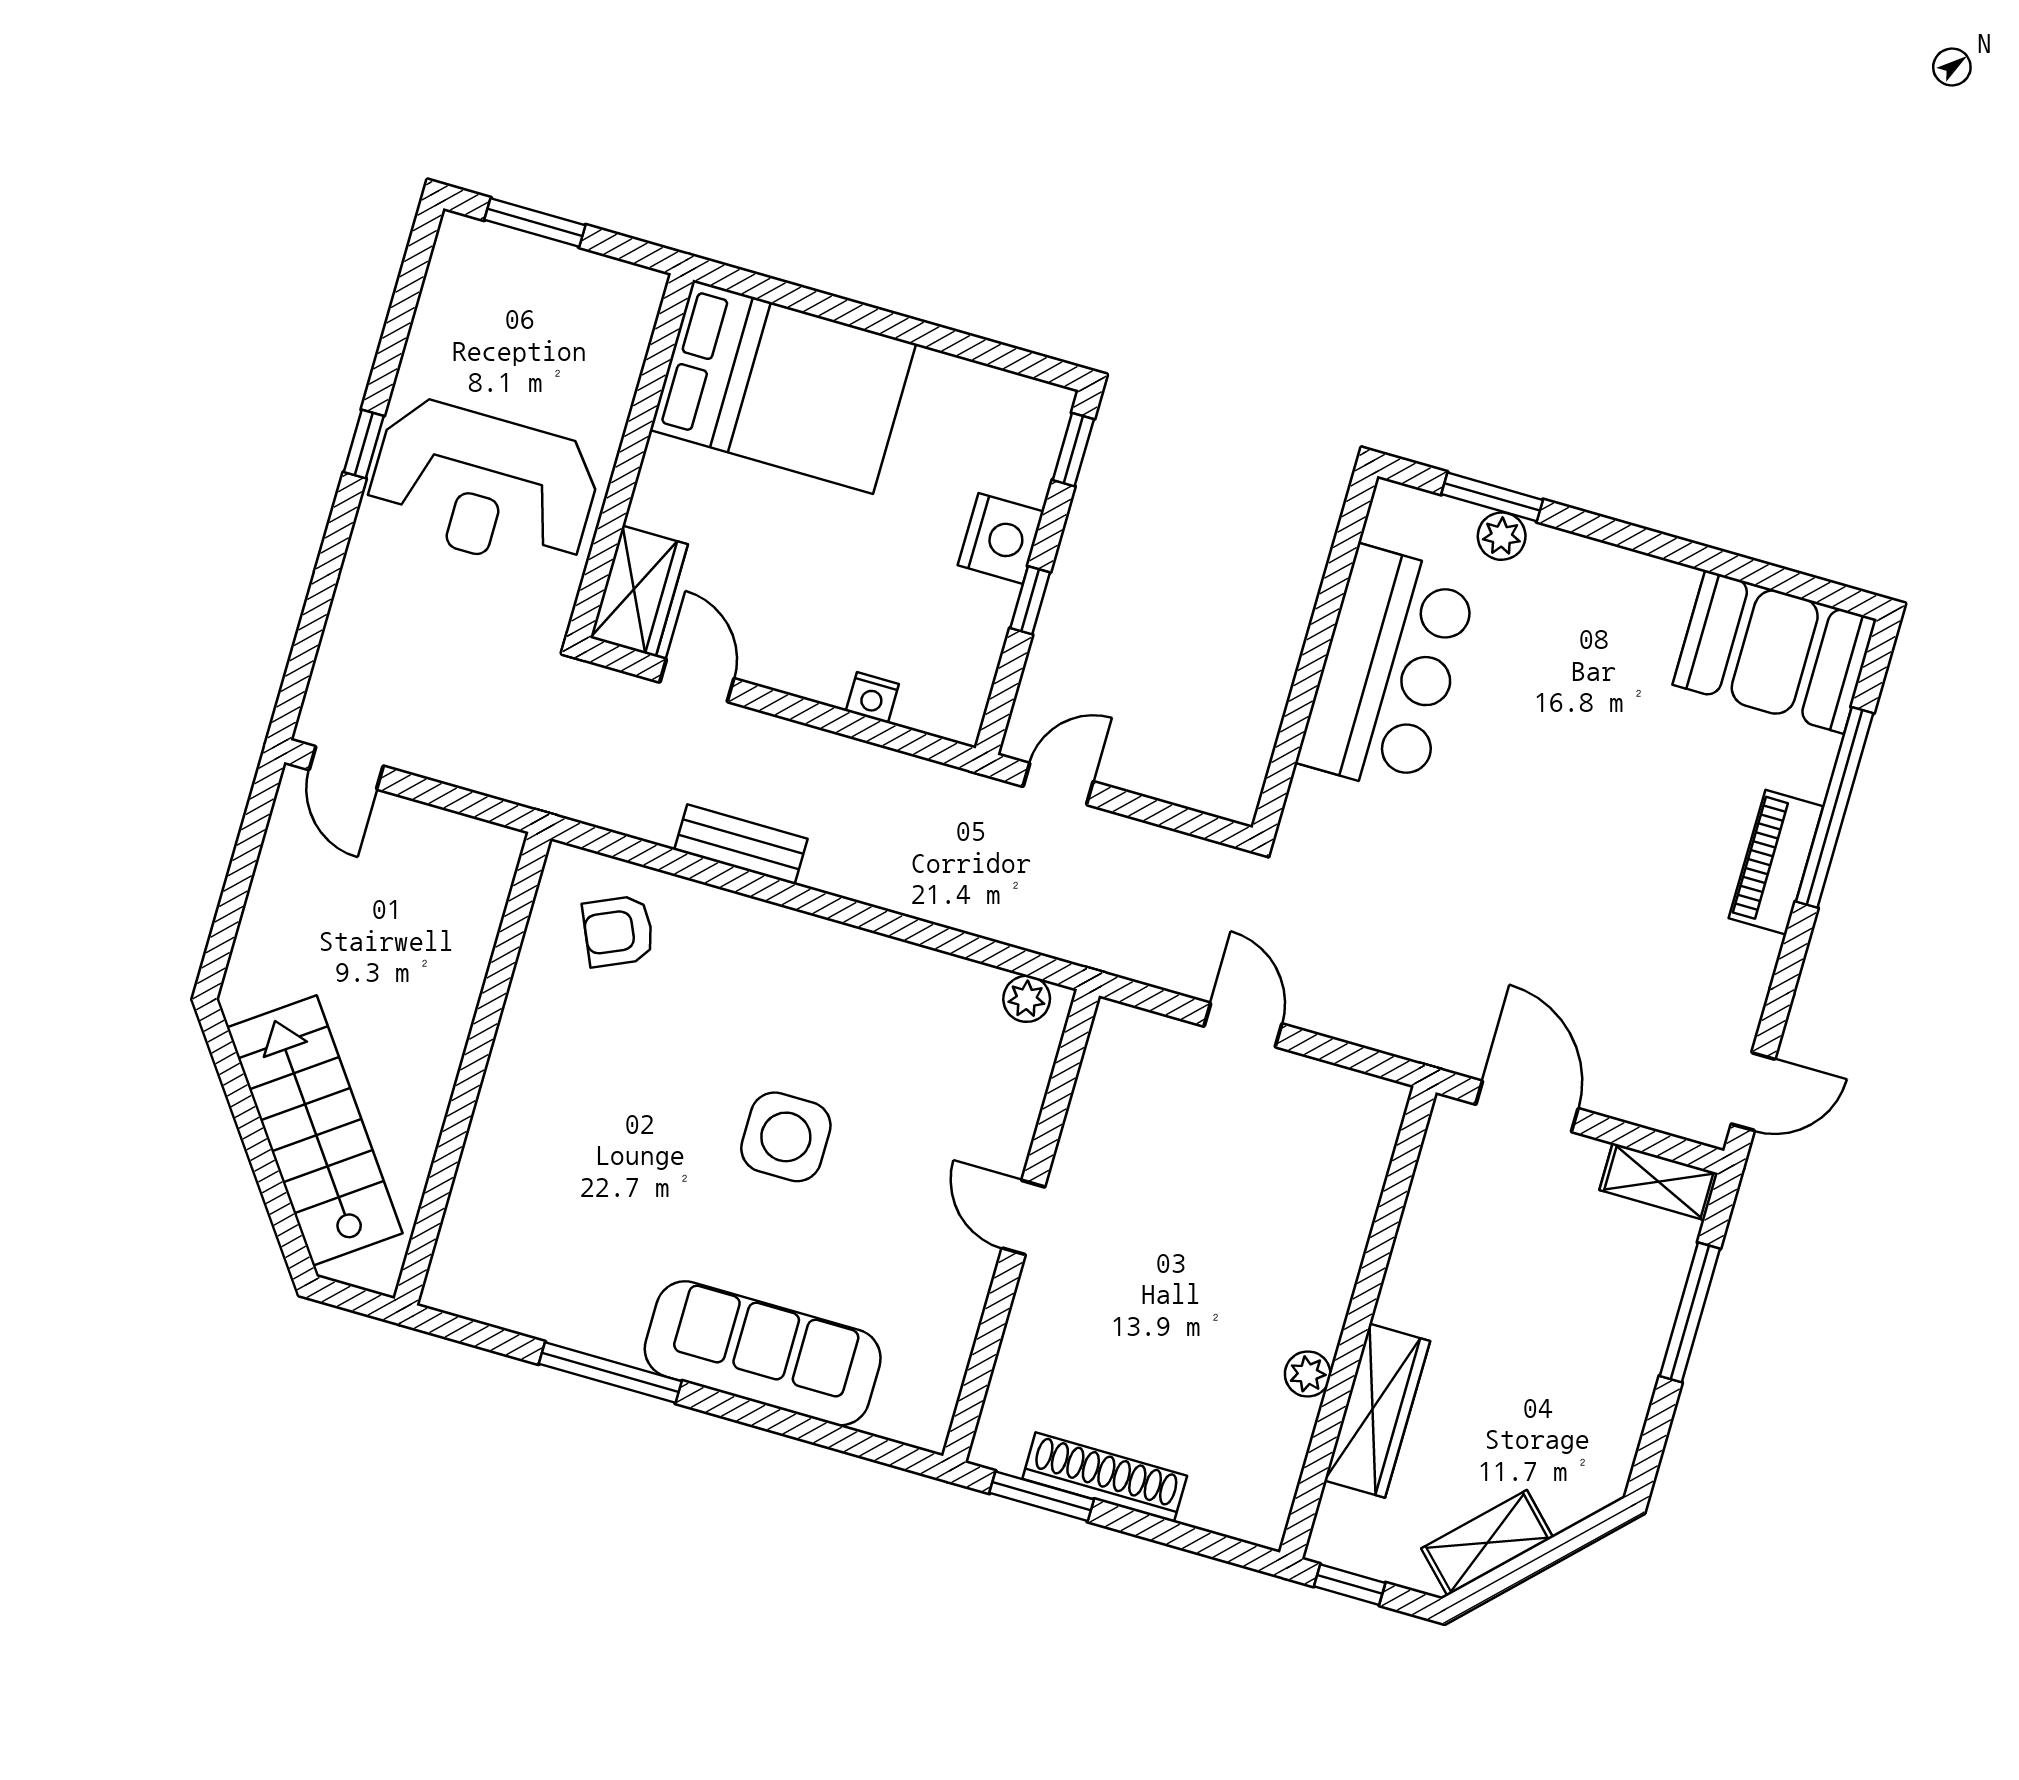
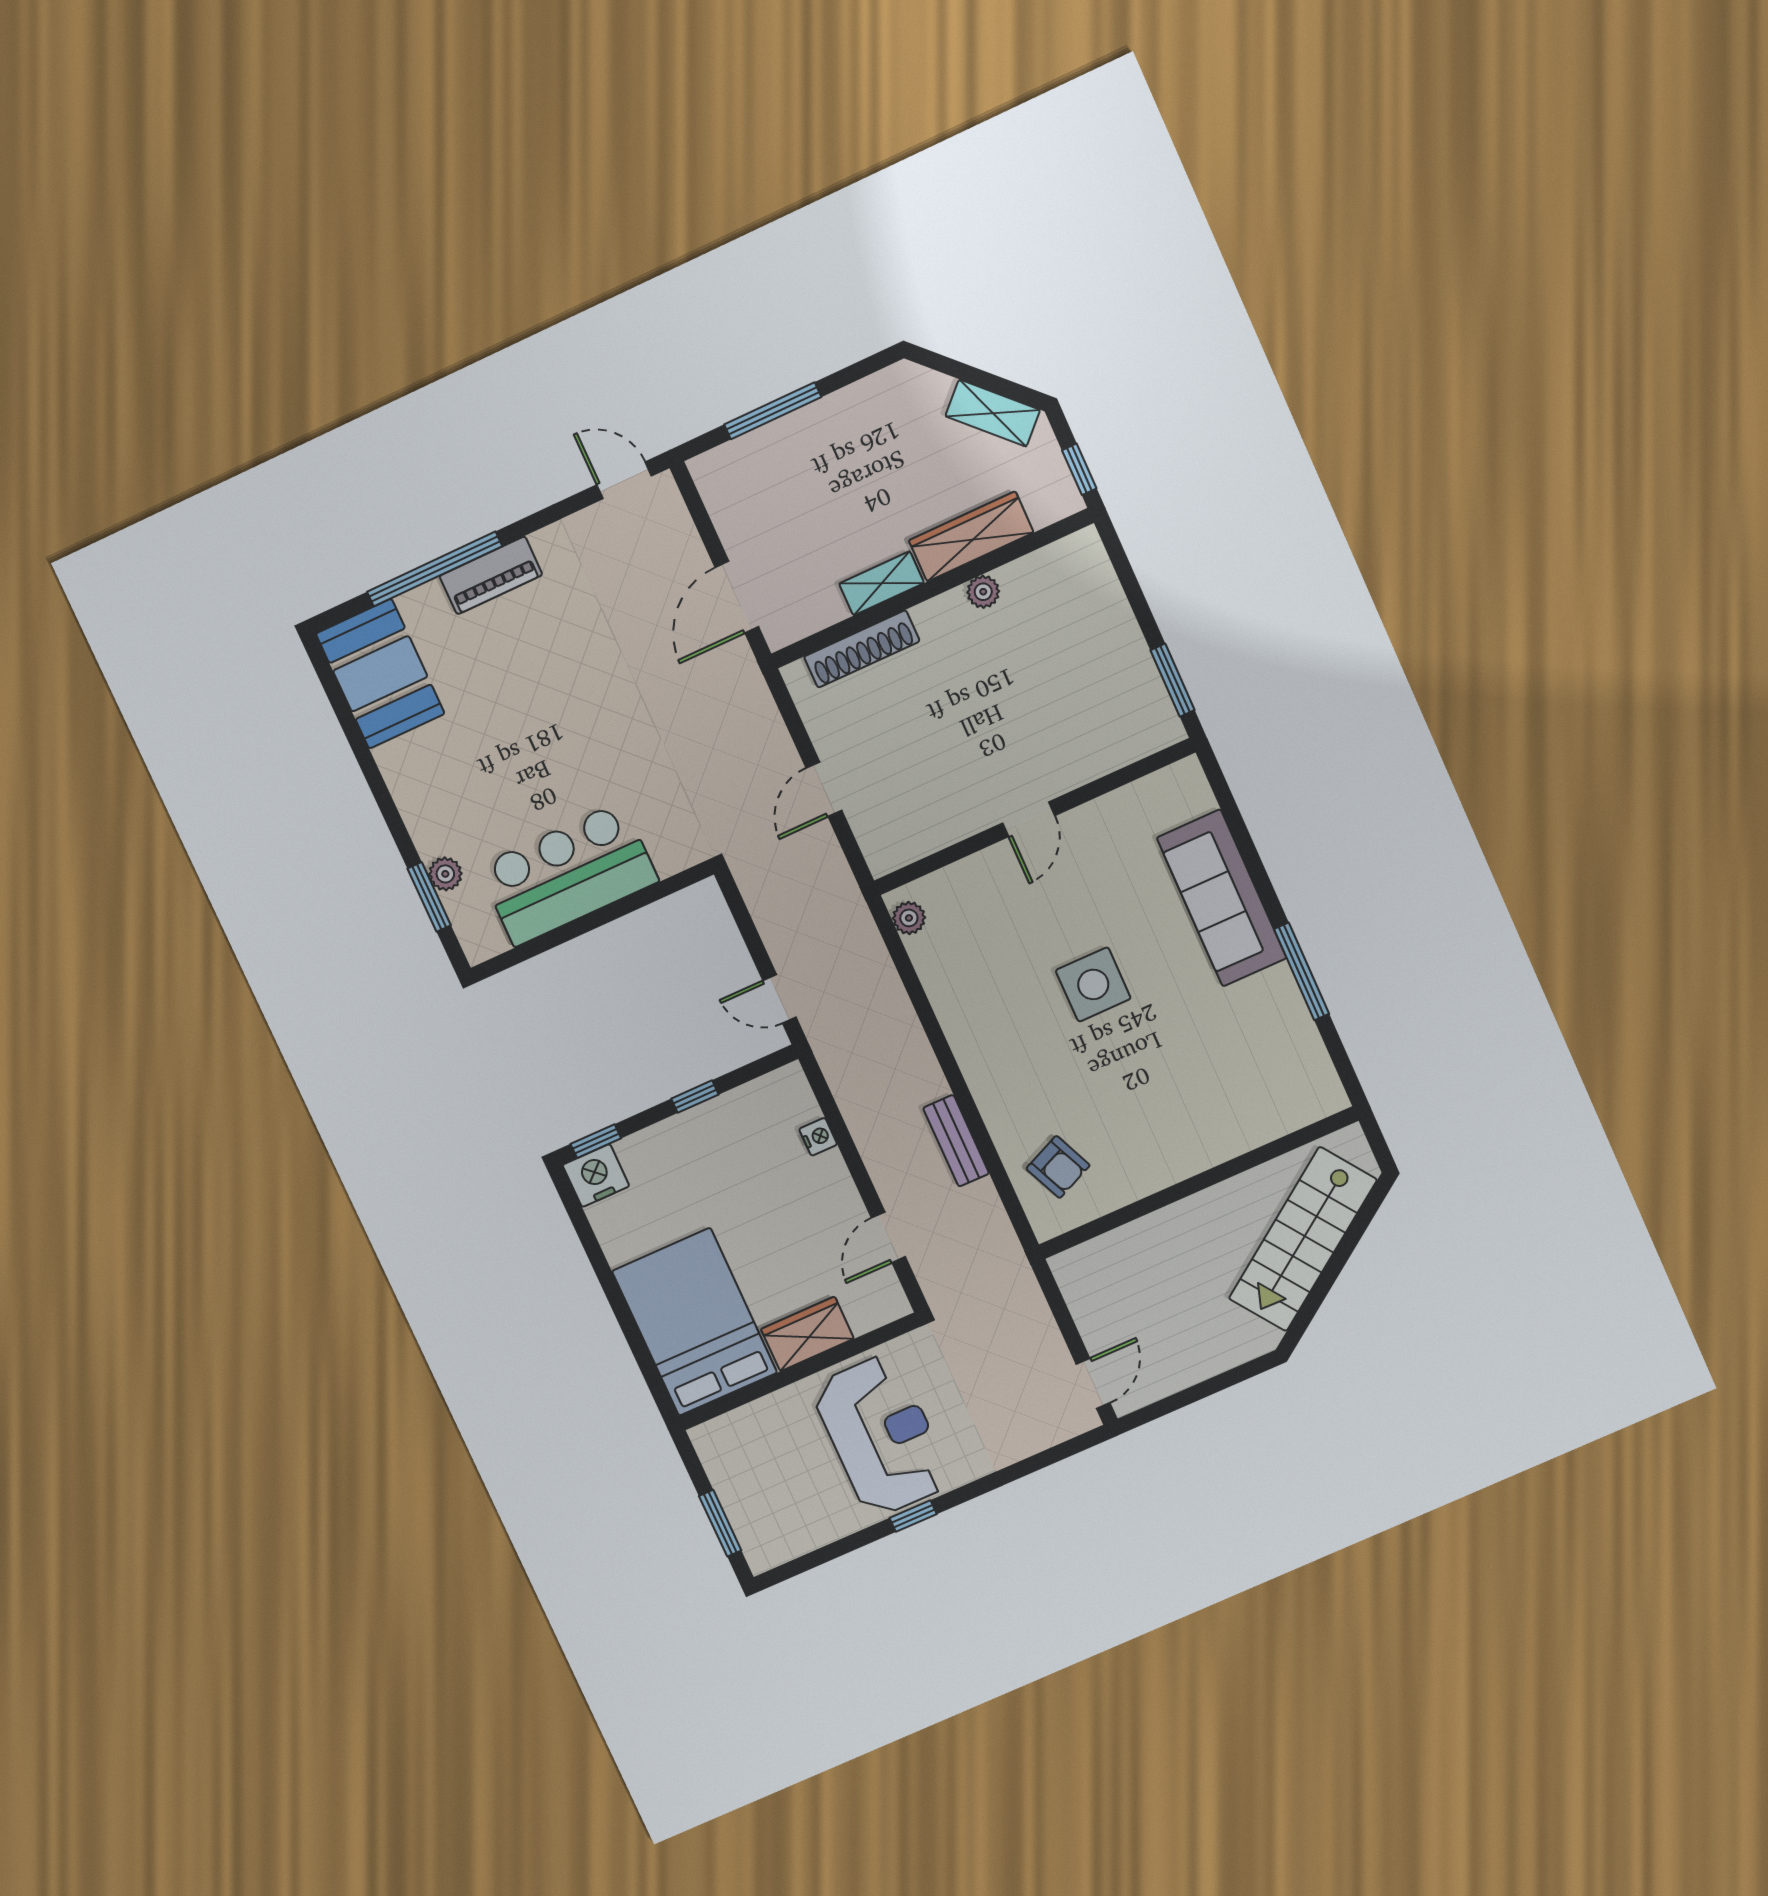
nightstand: (1001, 538) -> (596, 1175), moved
wardrobe: (639, 591) -> (807, 1334), moved
shelving: (1659, 1182) -> (881, 583), moved, turned 90
shoe rack: (1105, 1477) -> (862, 649), moved, turned -90

